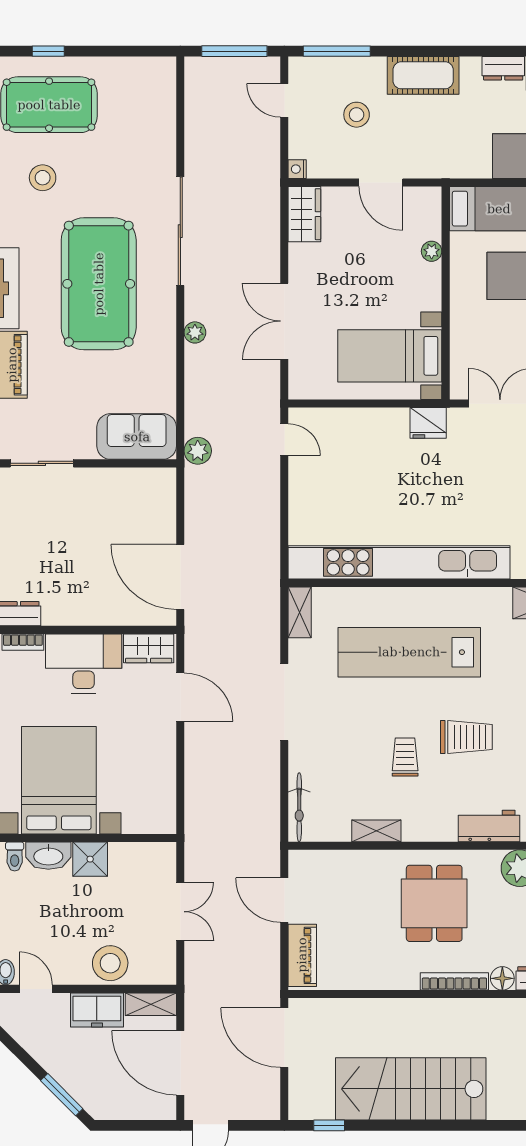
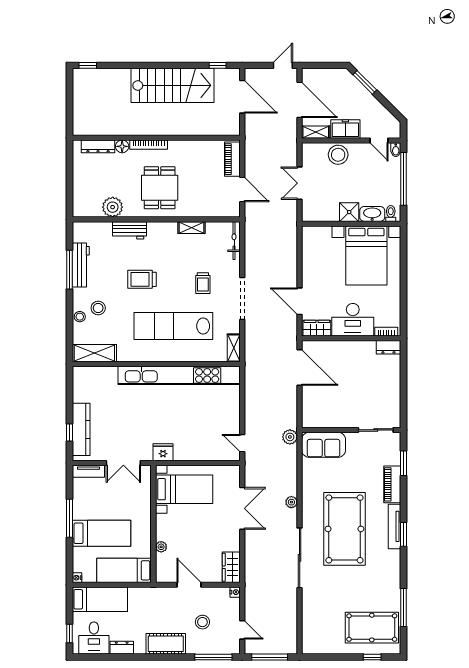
stool: (43, 178) -> (375, 587), removed
lab bench: (409, 652) -> (173, 326), turned 180
trolley: (405, 757) -> (203, 283), moved
door: (284, 1038) -> (242, 97), moved

